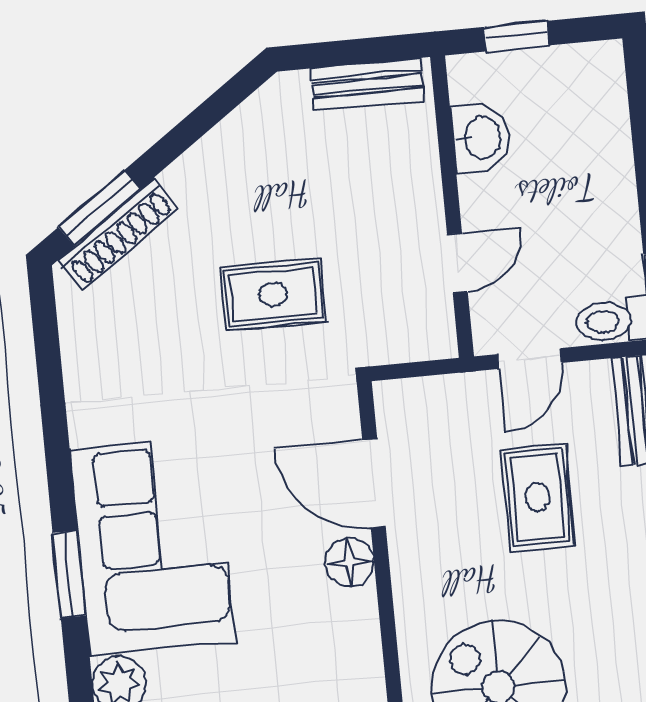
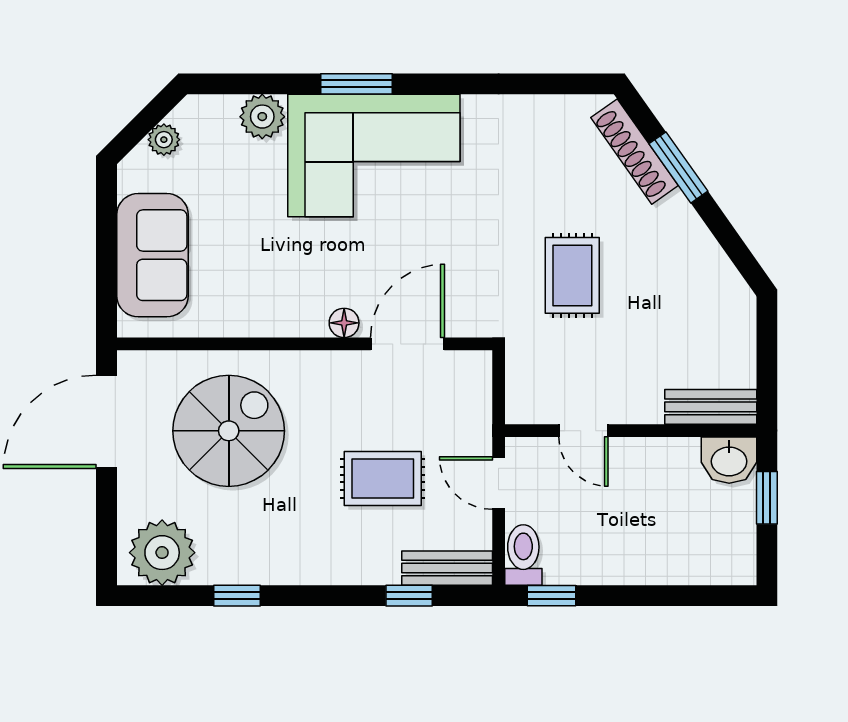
bench: (367, 84) -> (711, 407), moved, turned 90
washbasin: (481, 138) -> (729, 460), moved
window: (99, 208) -> (678, 167), moved
floor lamp: (350, 562) -> (344, 323), width x0.73, depth x0.73

